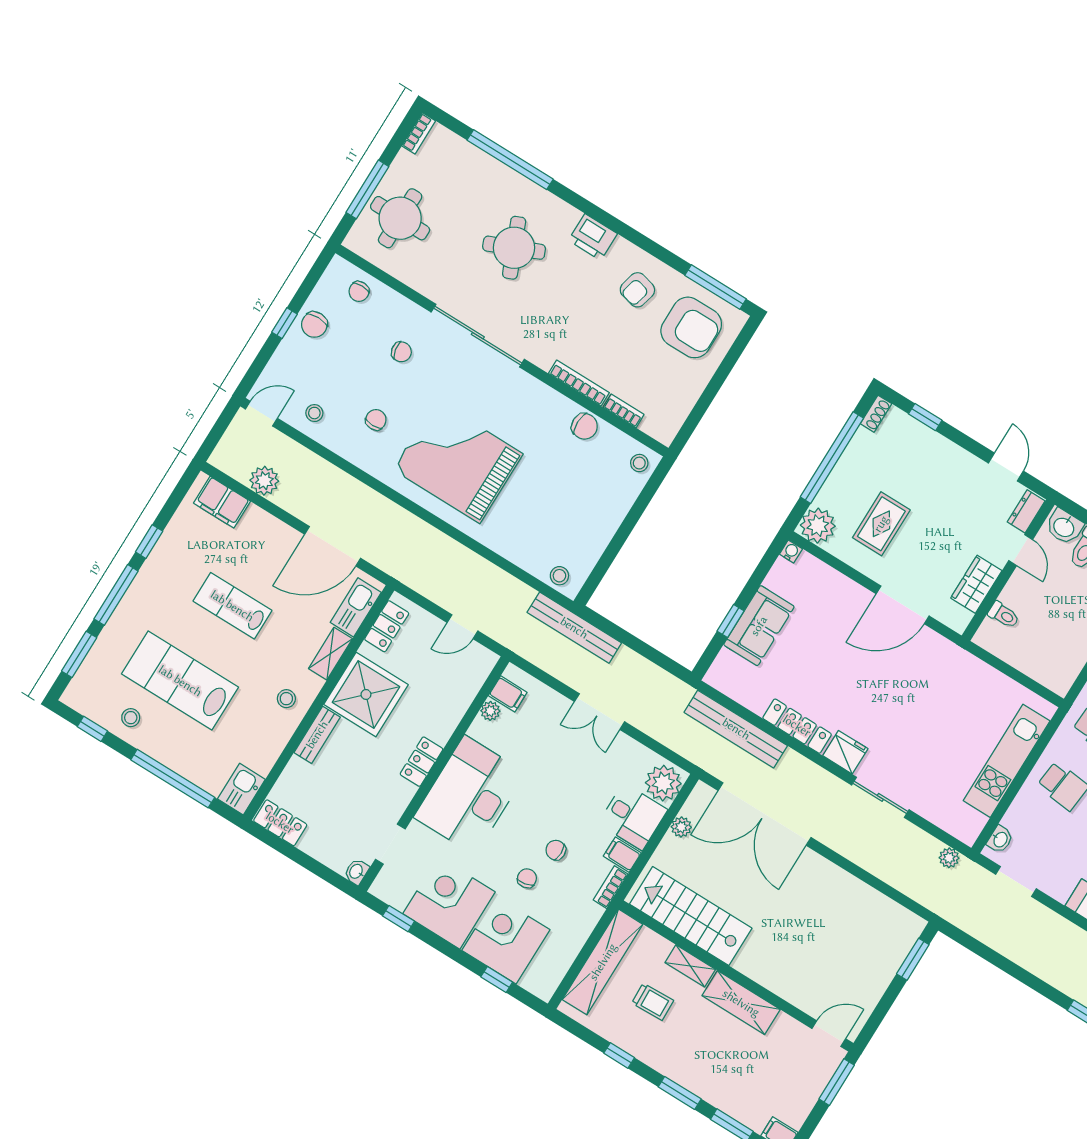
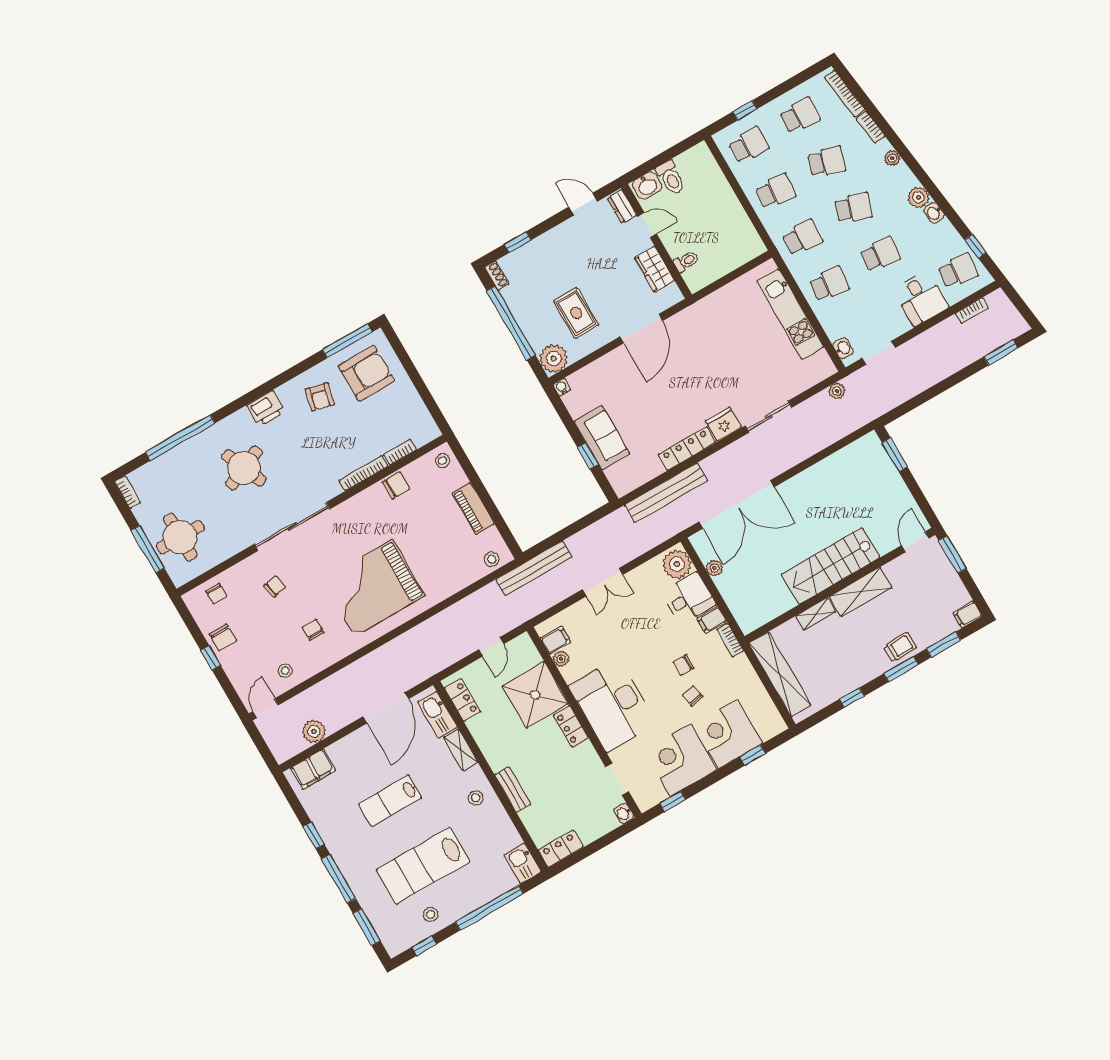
piano: (605, 525) -> (473, 509), added
shower: (366, 694) -> (535, 695), moved
stairs: (691, 916) -> (831, 566), moved
trolley: (653, 1002) -> (900, 647), moved

